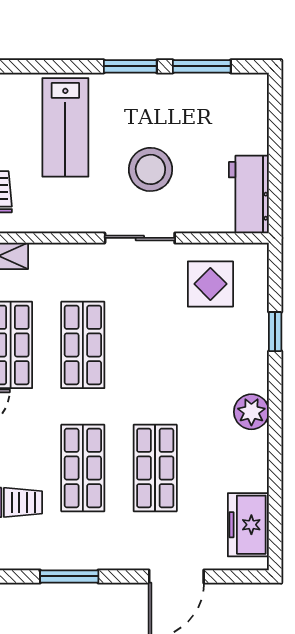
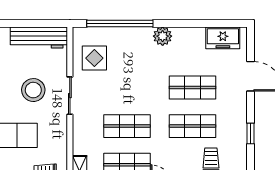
workbench: (249, 195) -> (39, 38), width x1.38
window: (275, 332) -> (120, 24), width x3.17
window: (69, 576) -> (250, 133), width x0.67

